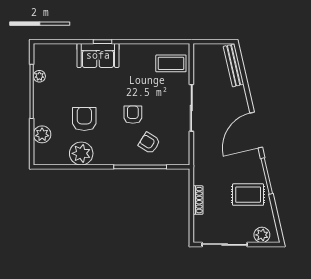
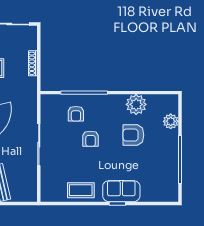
coffee table: (171, 63) -> (81, 190), moved
plant: (39, 76) -> (173, 173), removed
armchair: (84, 119) -> (133, 135), turned 90
armchair: (149, 143) -> (76, 114), turned 58

